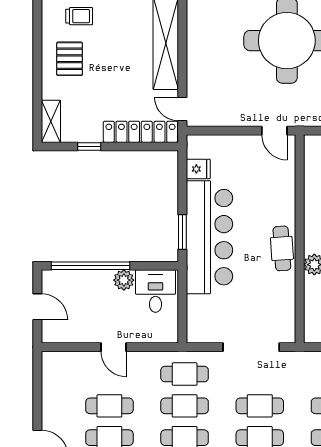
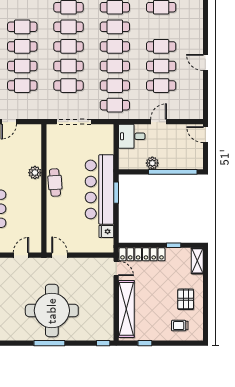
desk: (155, 291) -> (132, 136), moved, turned 90
door: (37, 307) -> (205, 135), moved
door: (114, 347) -> (159, 122), hinge flipped

